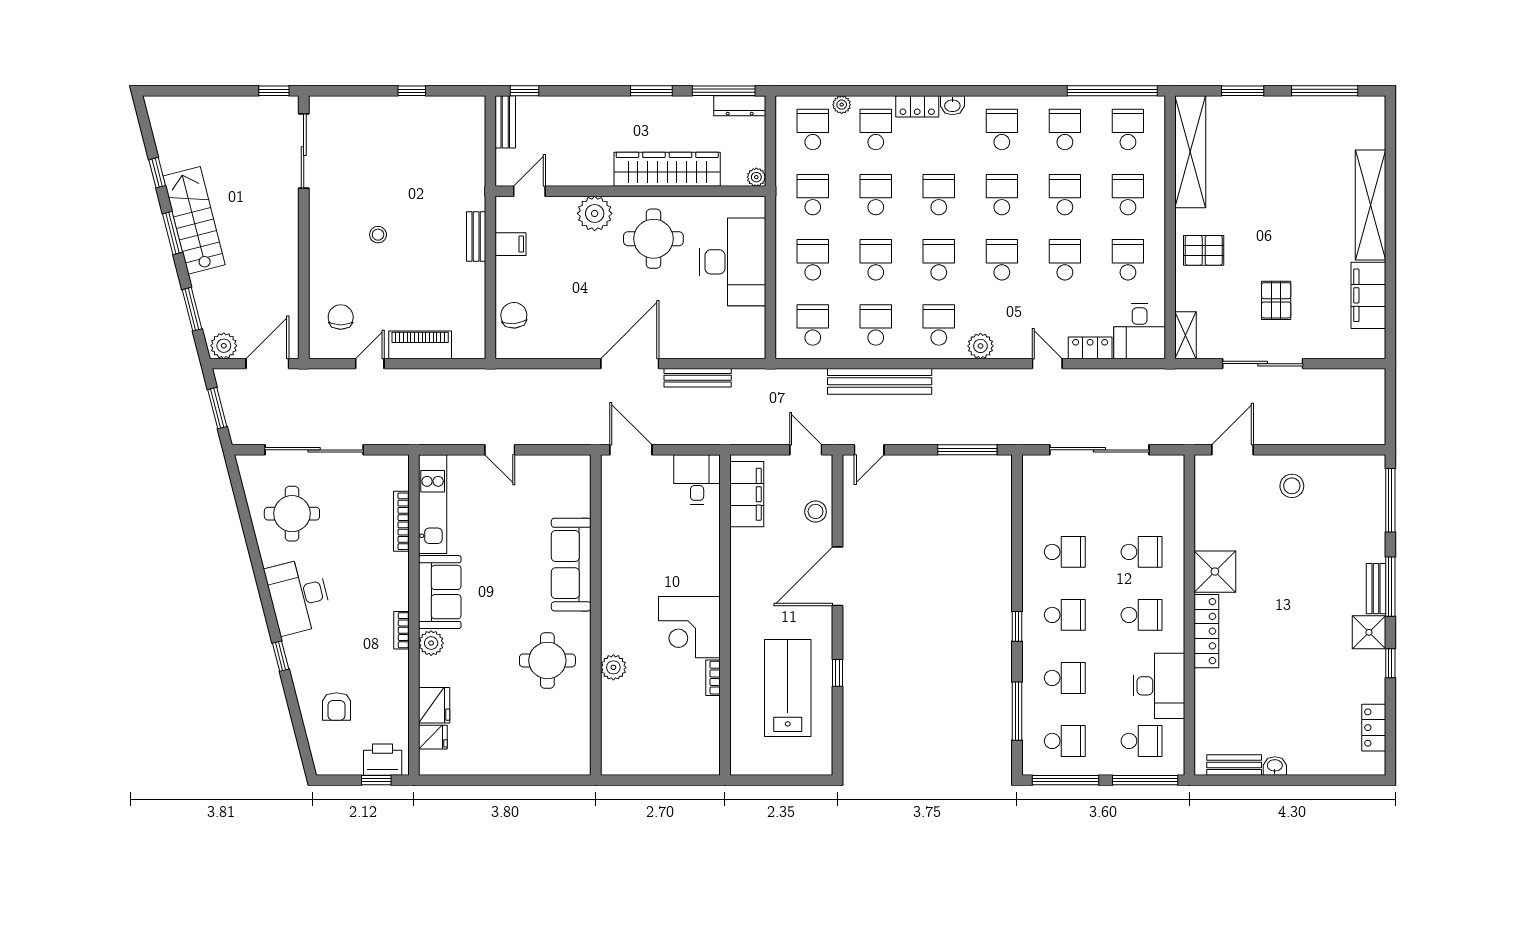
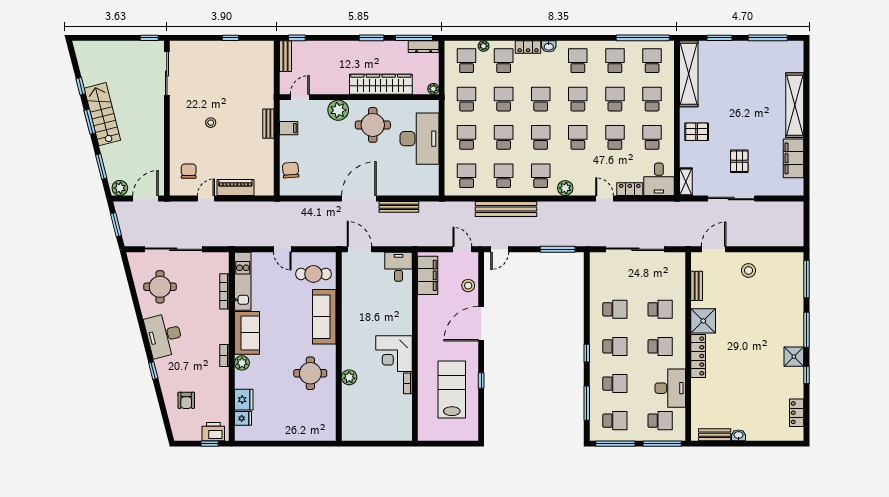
cafe table: (553, 492) -> (313, 274), added
bench: (1376, 589) -> (697, 286), moved

